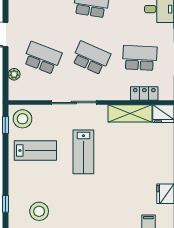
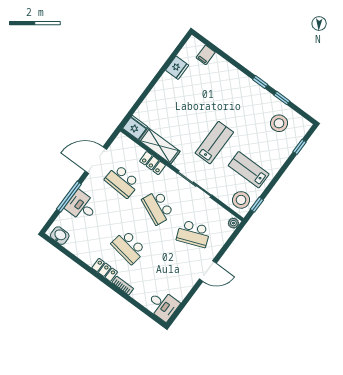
school desk: (42, 58) -> (193, 234), turned -42
plant: (14, 74) -> (233, 223), moved
locker: (144, 94) -> (153, 163), moved

